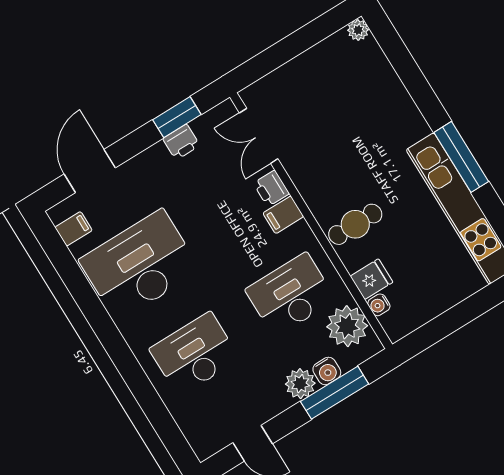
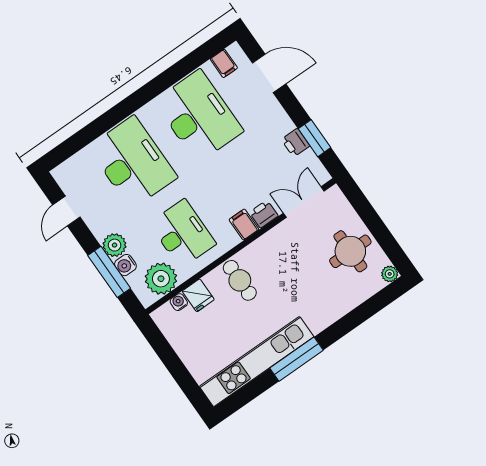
round table: (326, 79) -> (350, 251), added
desk: (195, 354) -> (133, 162), width x1.36, depth x1.30

